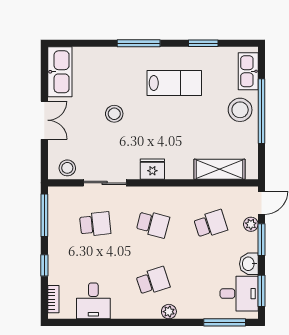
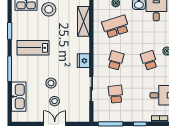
kitchen sink: (60, 72) -> (19, 97), moved, turned 90
lab bench: (174, 83) -> (33, 48), turned -90
stool: (67, 168) -> (55, 101), moved
school desk: (211, 224) -> (116, 27), width x1.85

